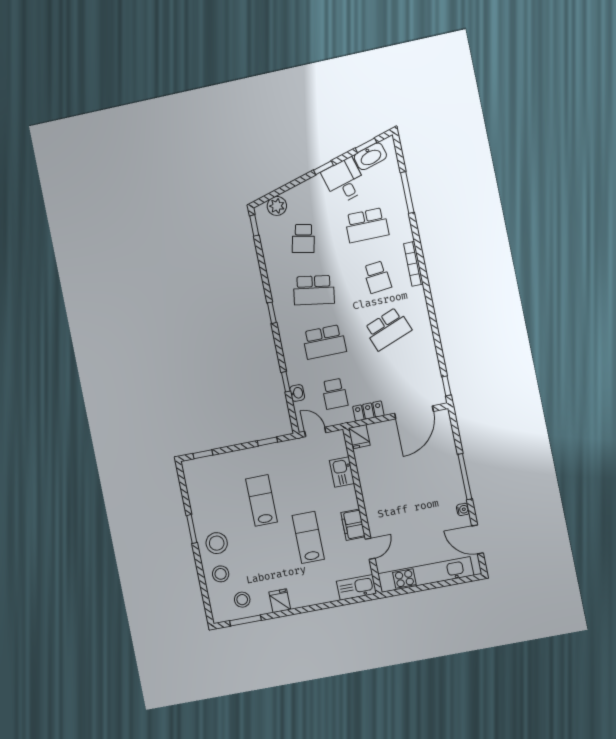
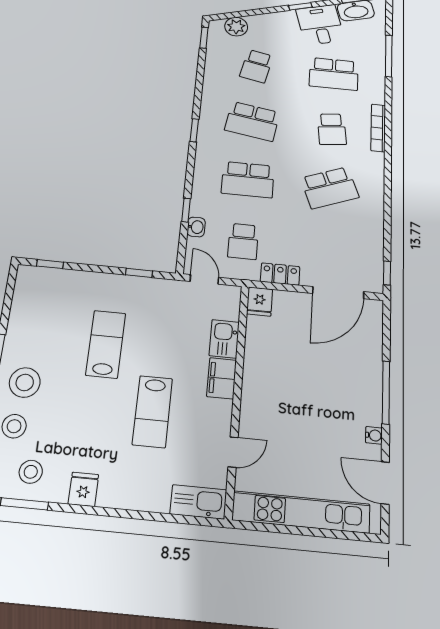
filing cabinet: (353, 525) -> (222, 378), moved
lab bench: (308, 537) -> (152, 411), turned 180

